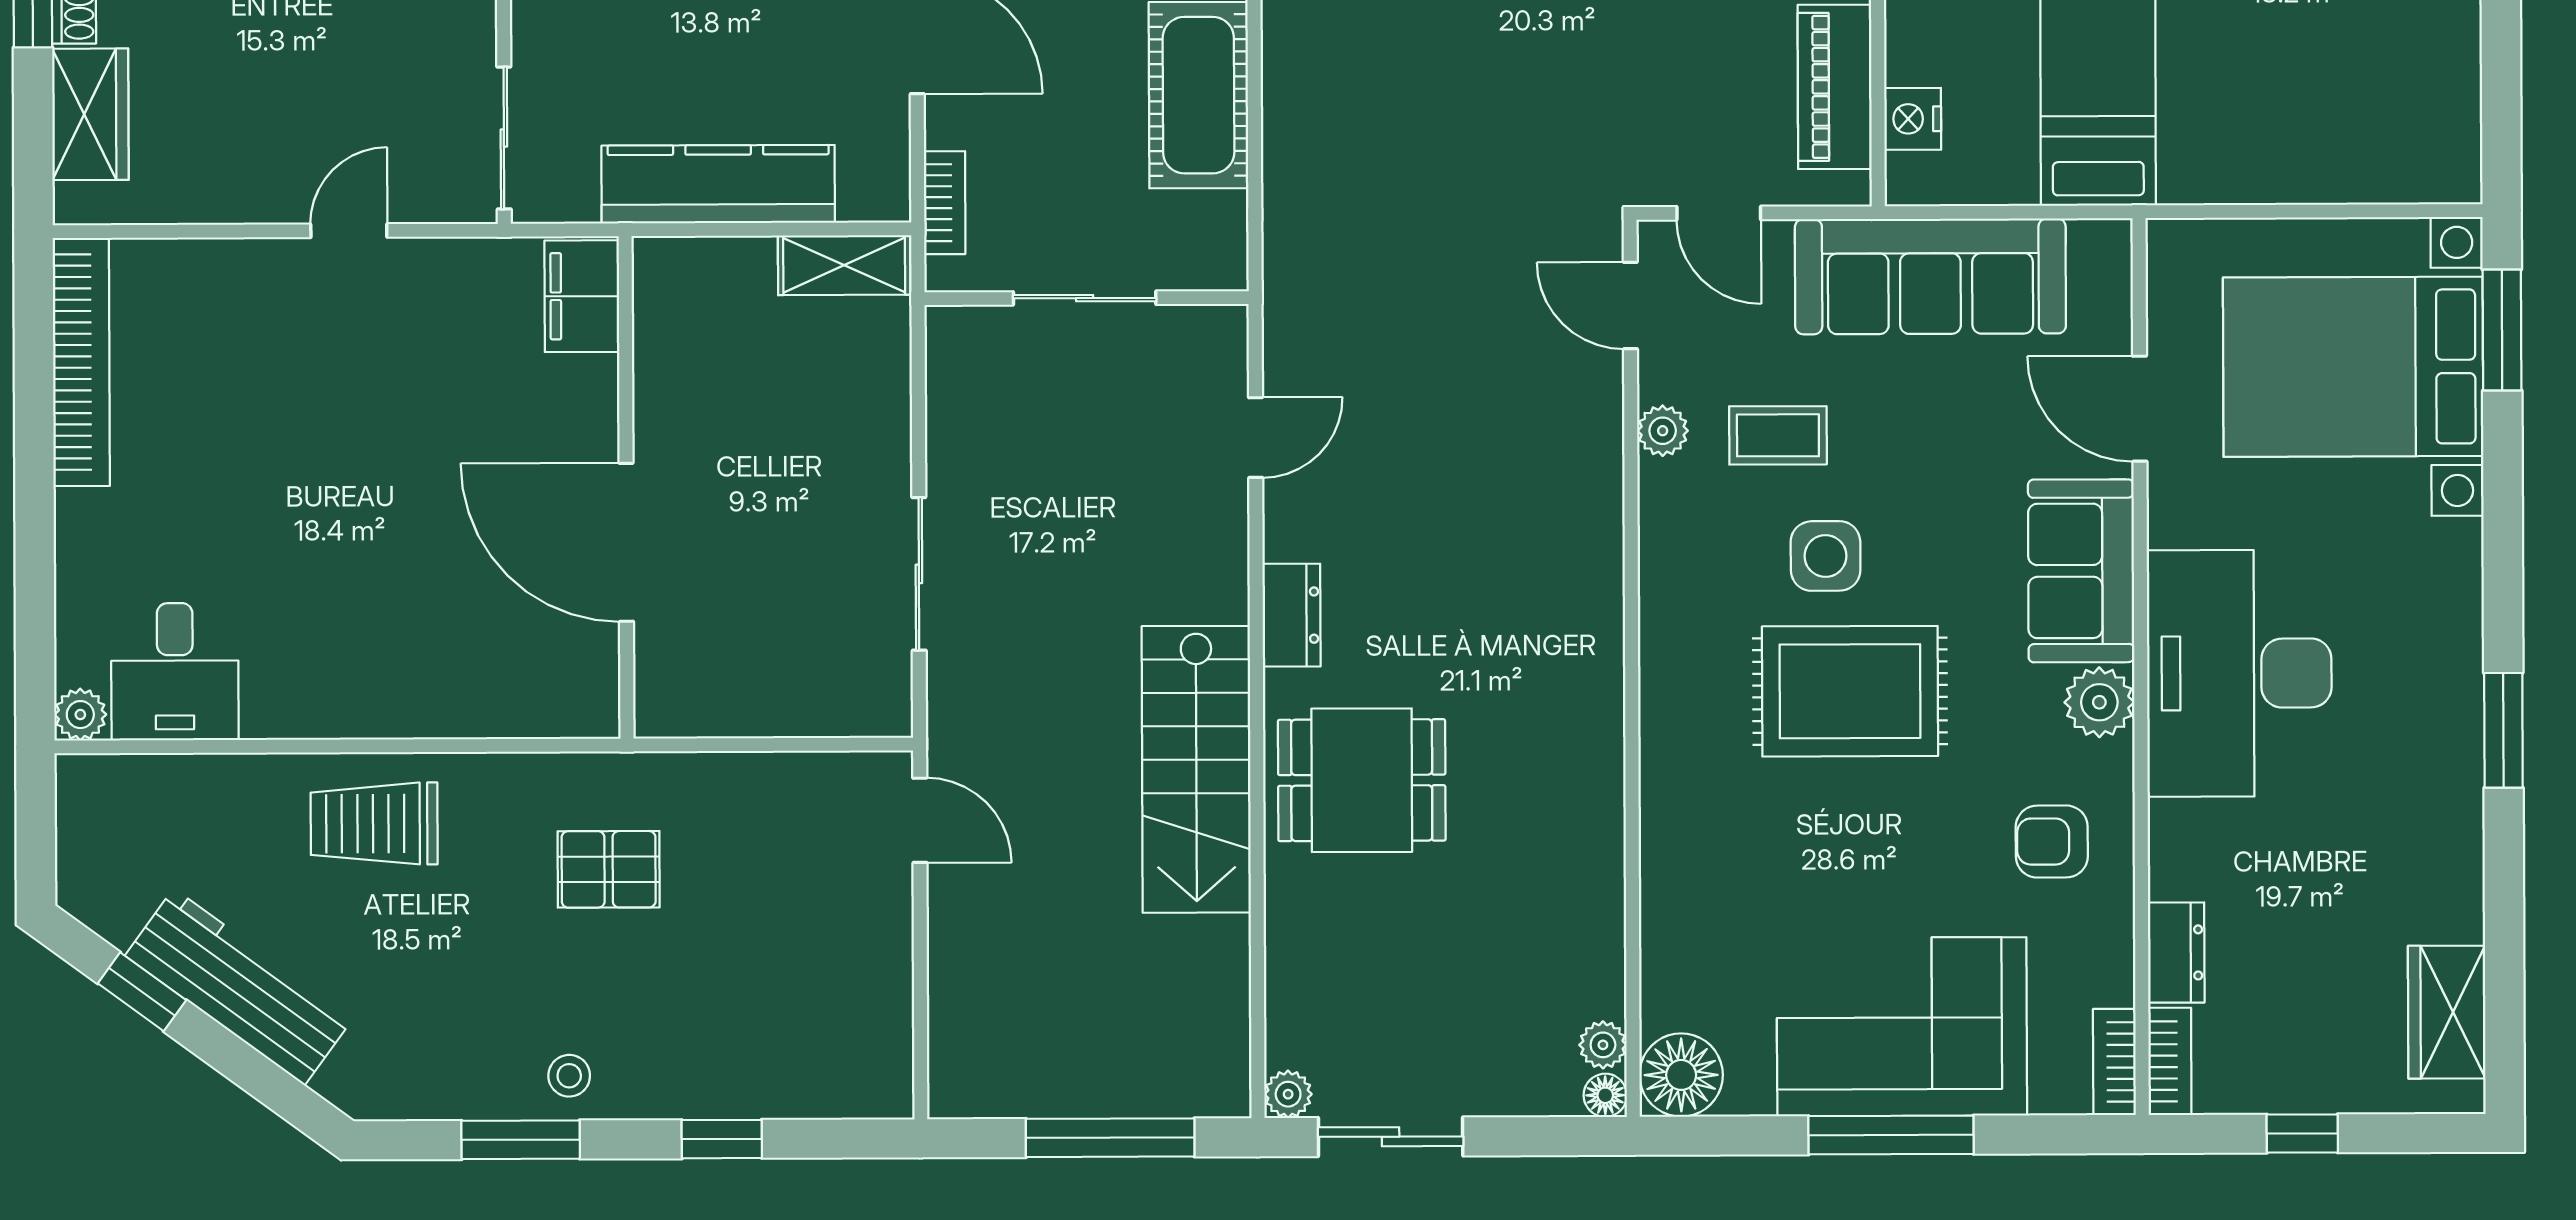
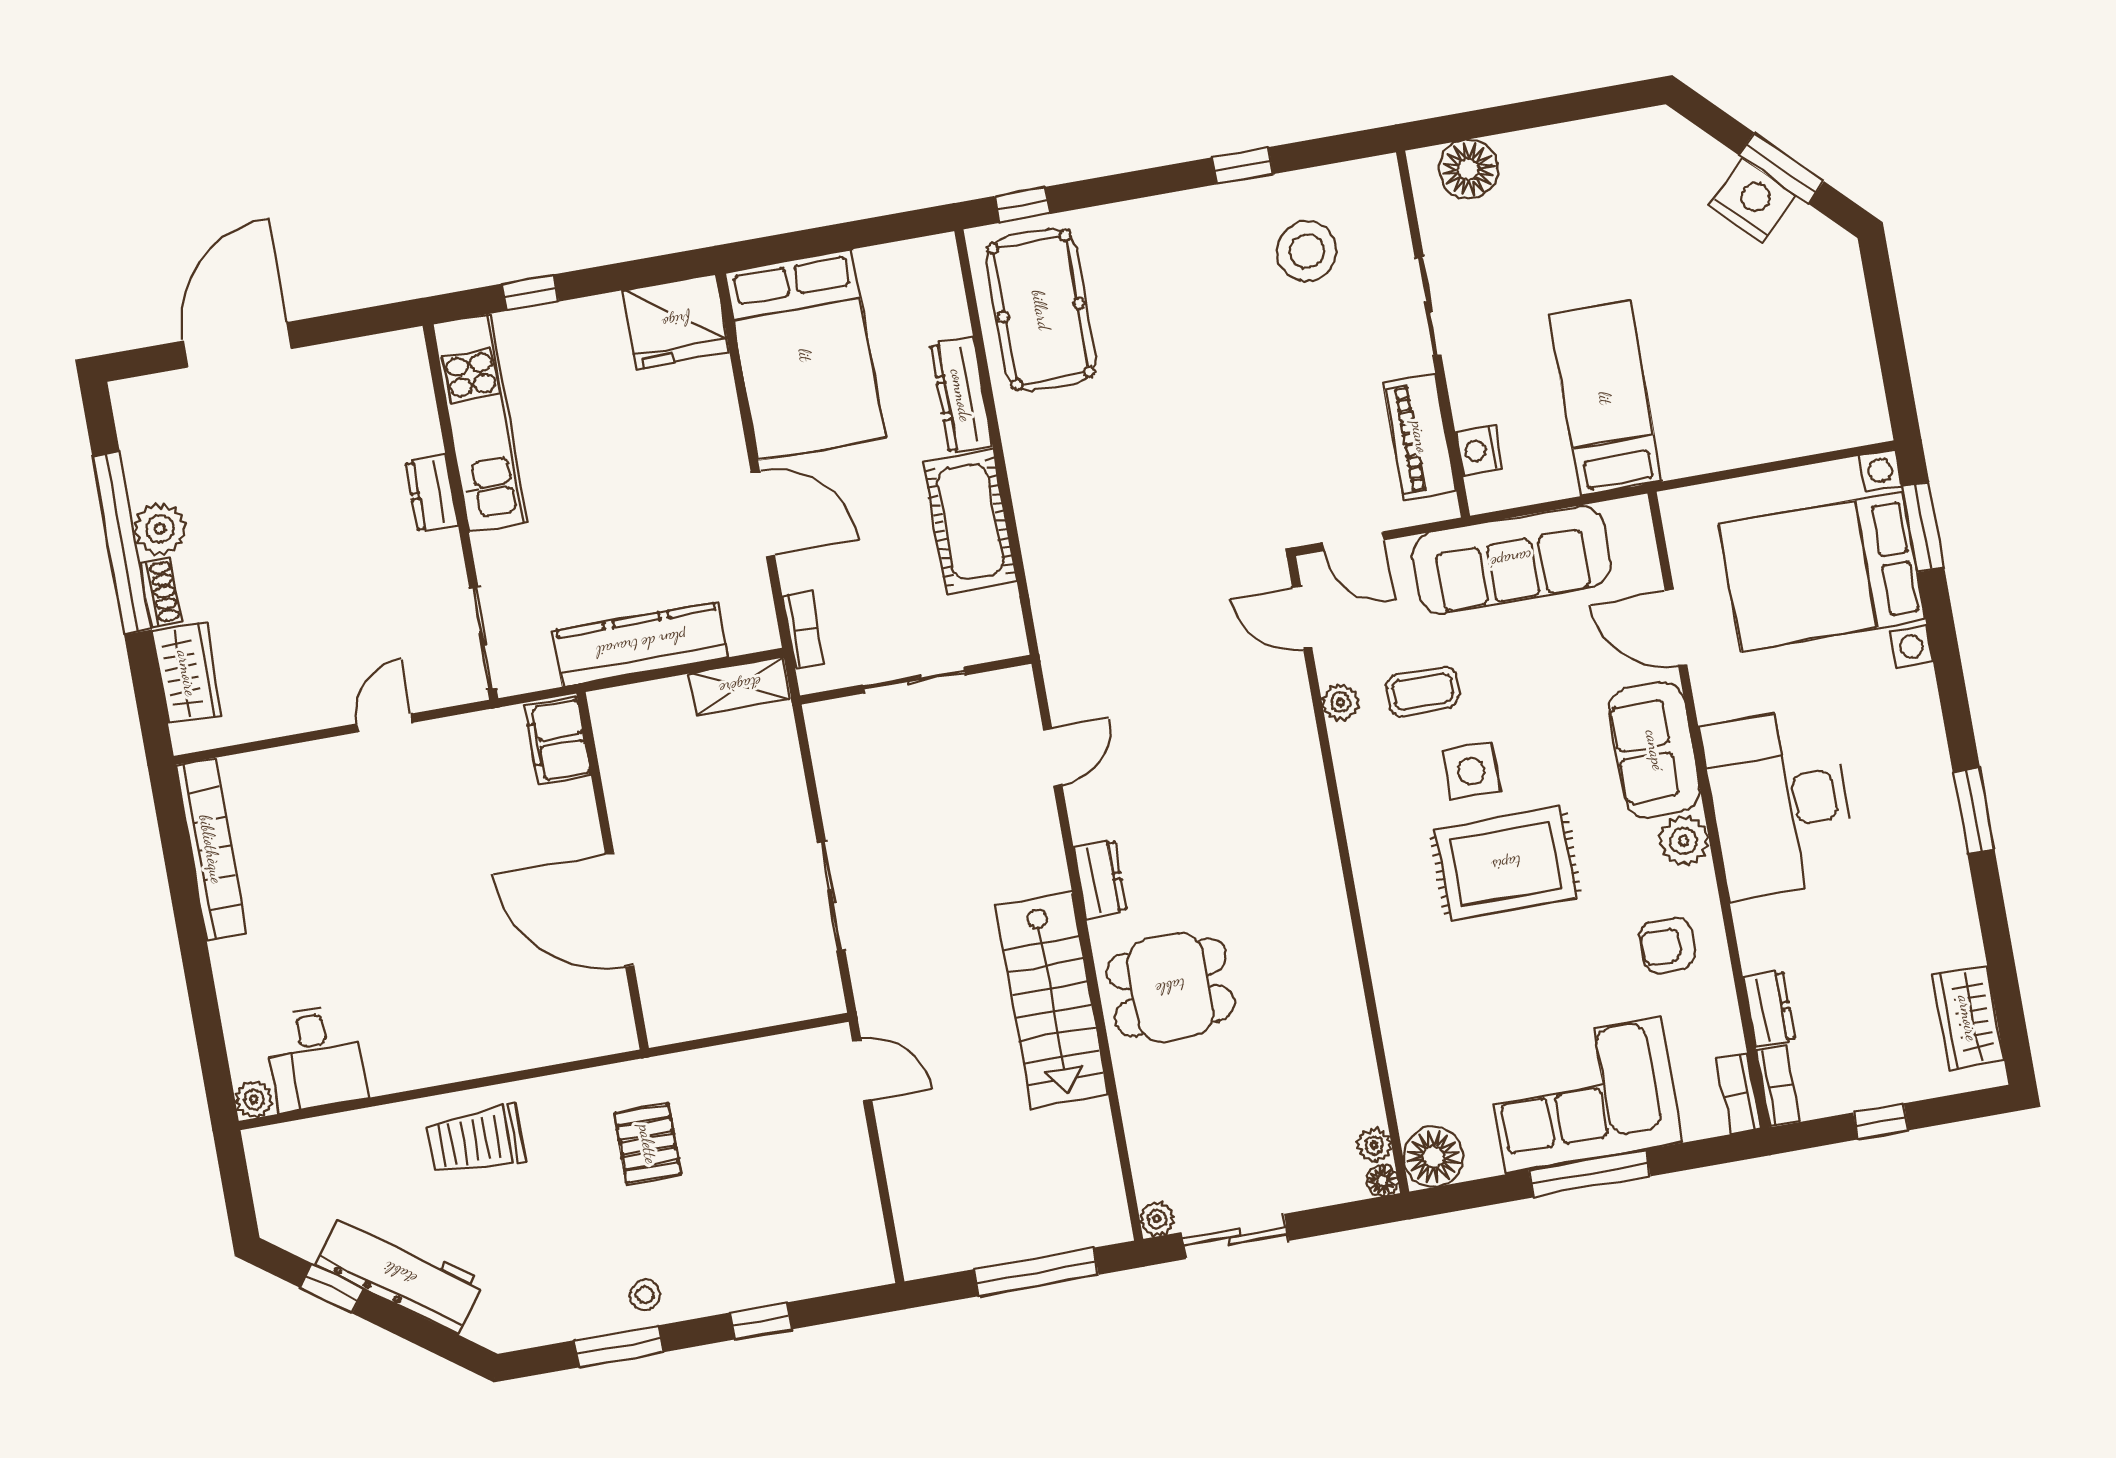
pallet: (609, 869) -> (648, 1144), turned 90

